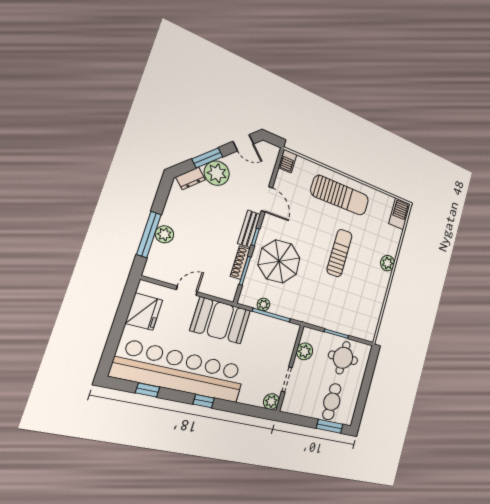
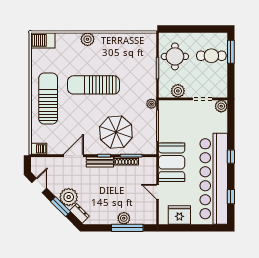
sun lounger: (339, 253) -> (94, 85), width x1.36, depth x1.34
plant: (263, 304) -> (151, 104), moved

